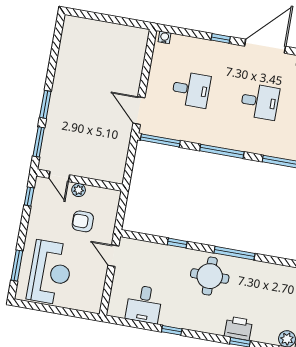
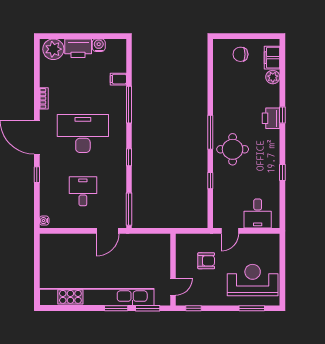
kitchen unit: (63, 84) -> (97, 297), added
desk: (260, 102) -> (83, 133), width x1.87, depth x1.30
window: (222, 151) -> (129, 157), width x0.46
plant: (79, 190) -> (181, 269), removed
armchair: (83, 221) -> (206, 261), turned -90
desk: (144, 304) -> (258, 214), moved, turned 90

